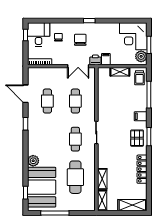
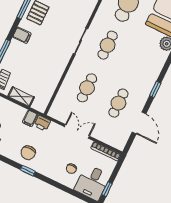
chair: (80, 40) -> (28, 153), moved
double door: (78, 66) -> (77, 131), moved

